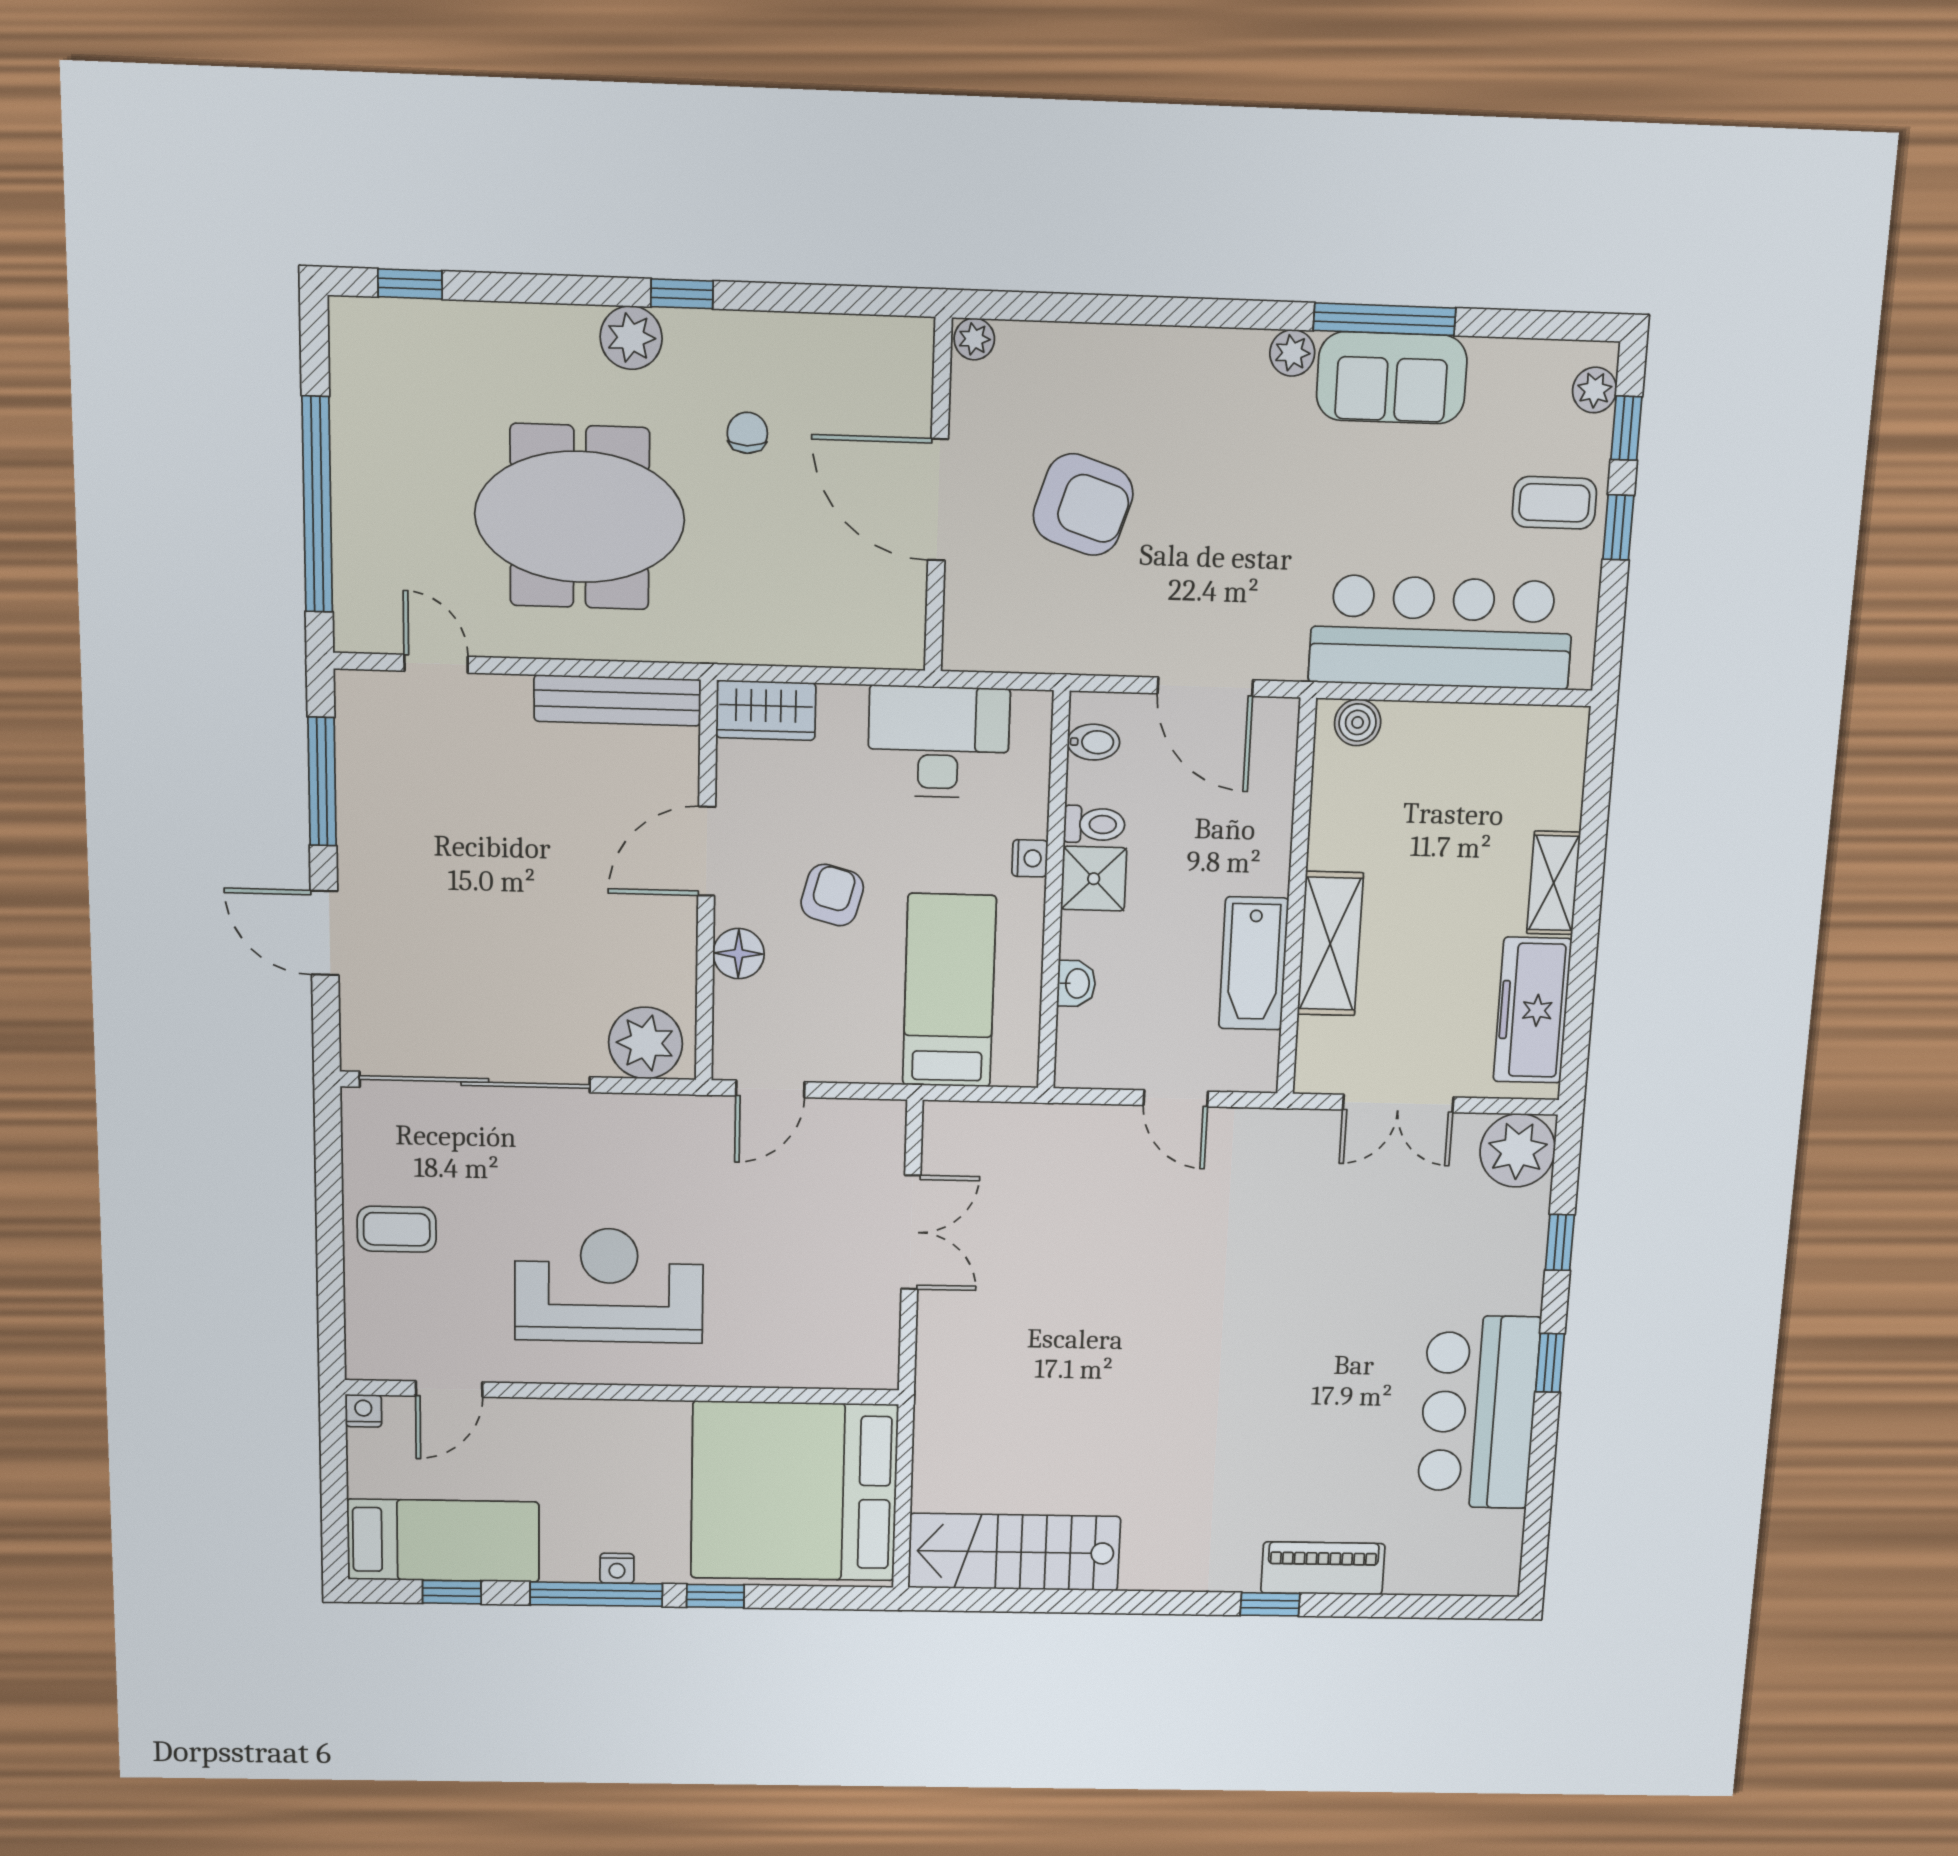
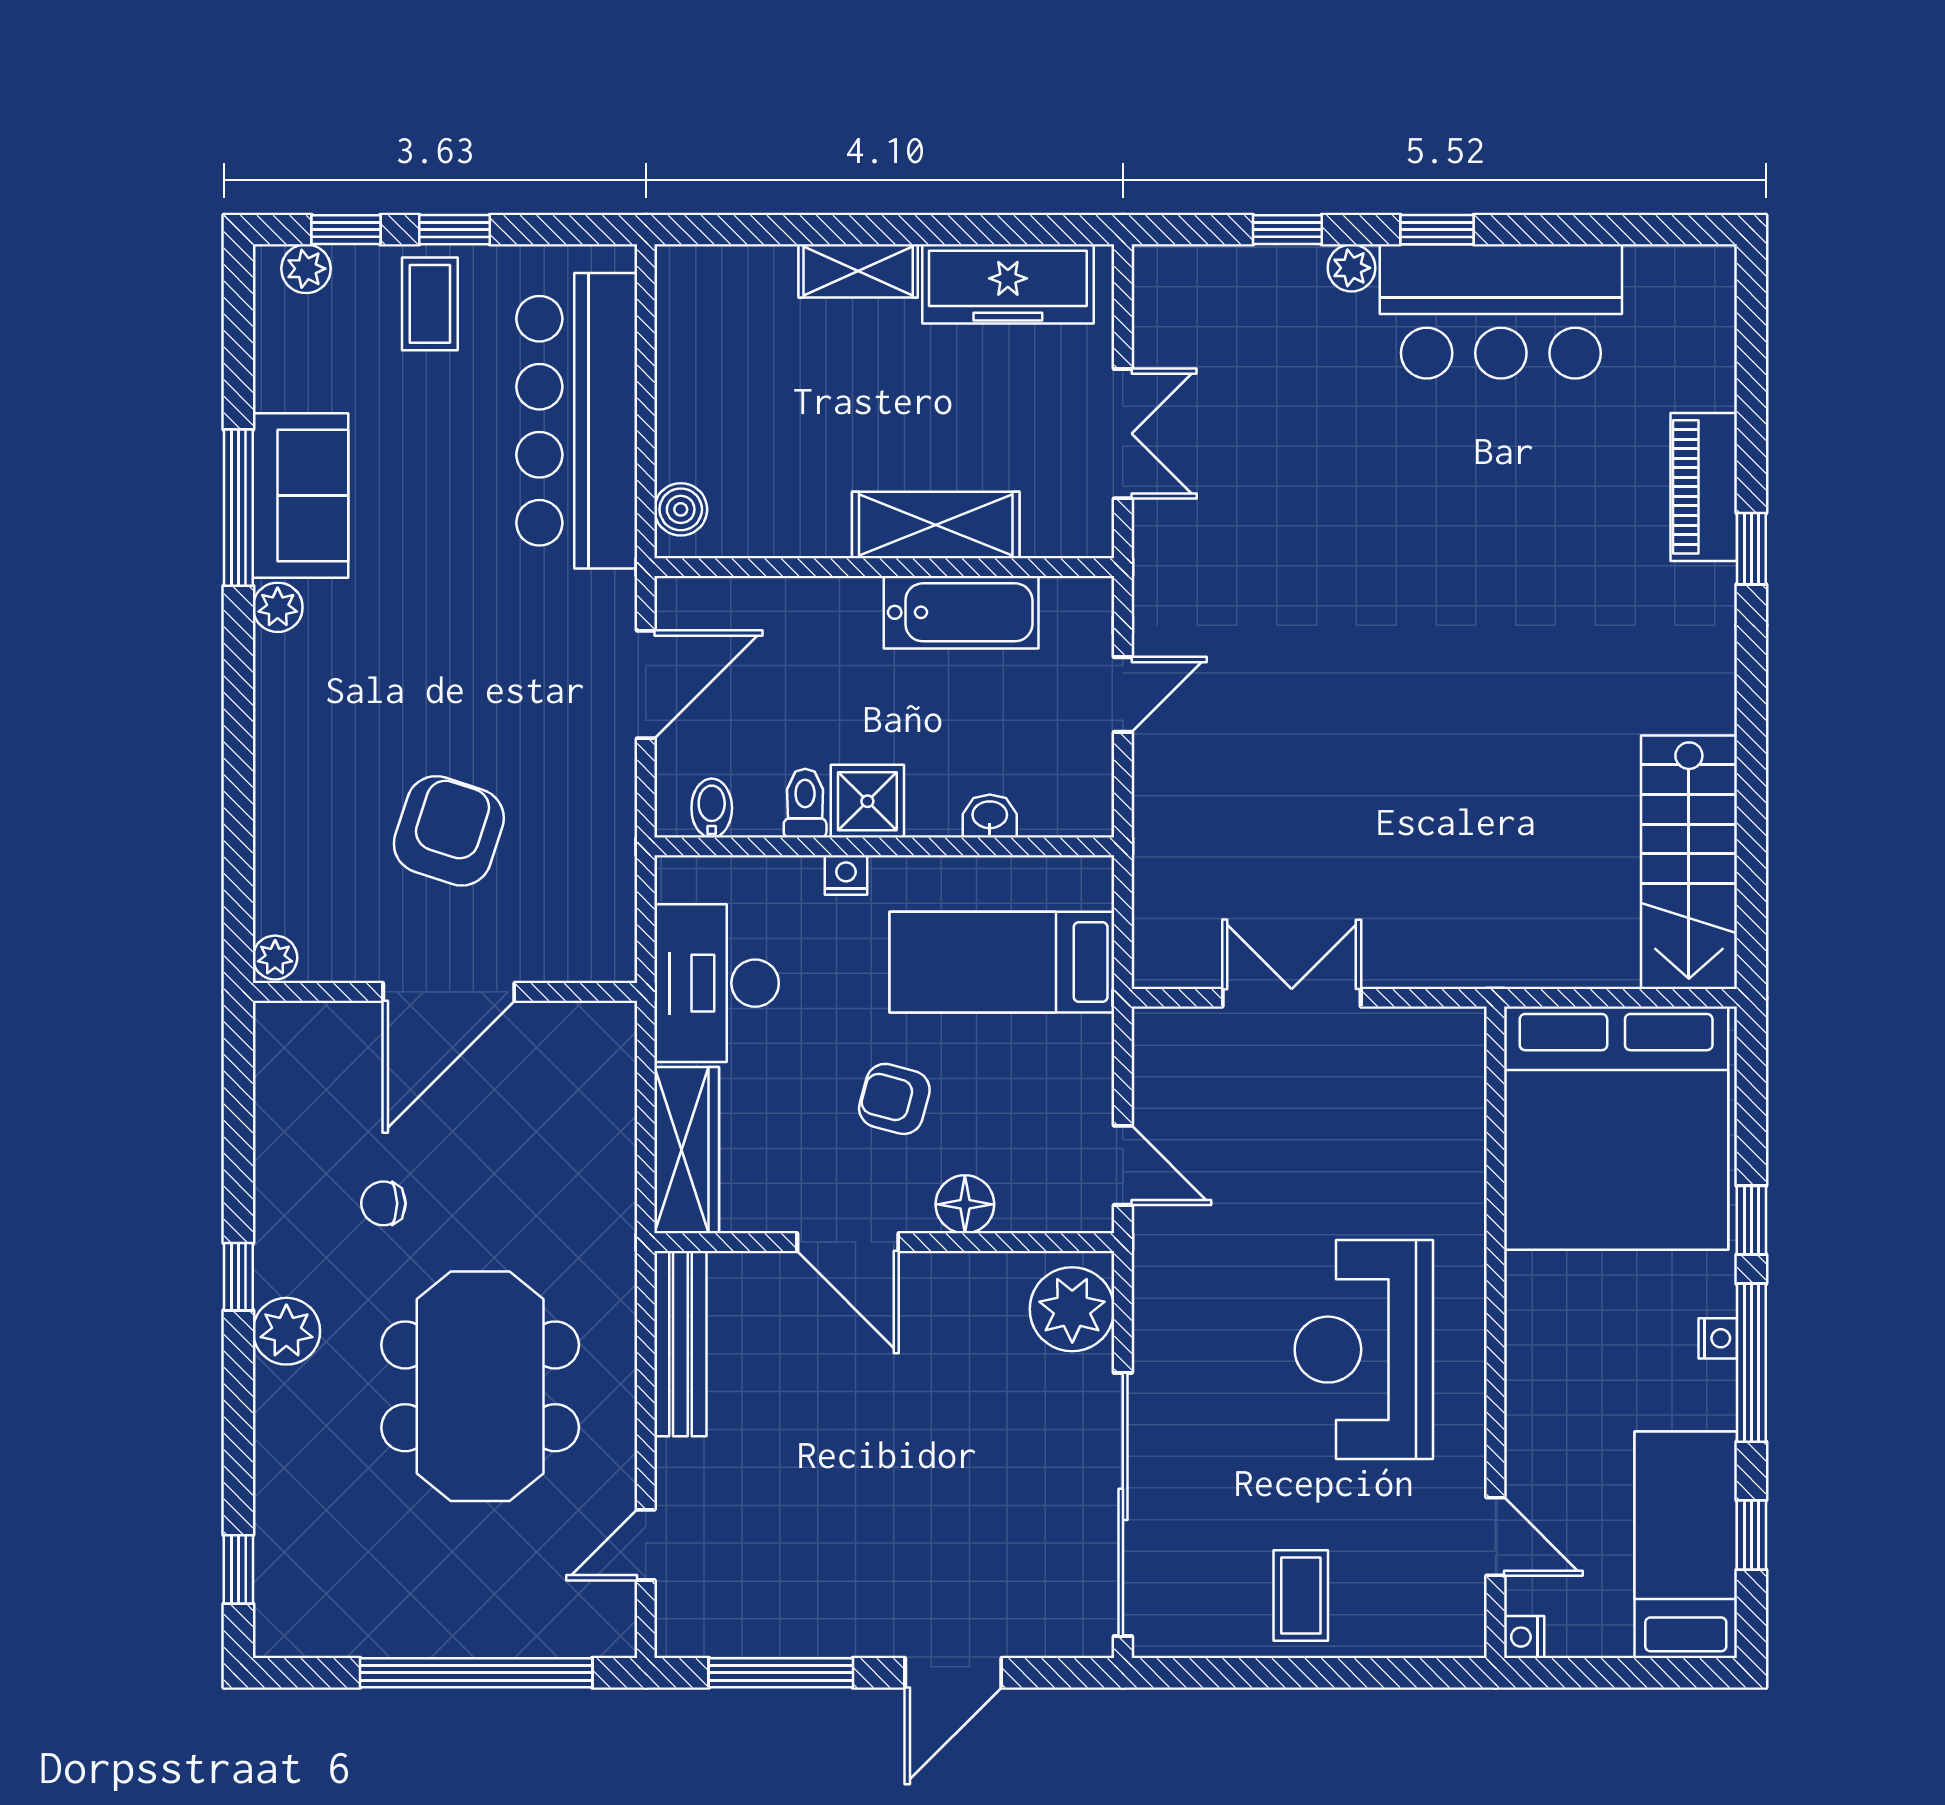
wardrobe: (766, 710) -> (687, 1150), width x1.50
plant: (1518, 1150) -> (1351, 268), moved, width x0.53, depth x0.53

